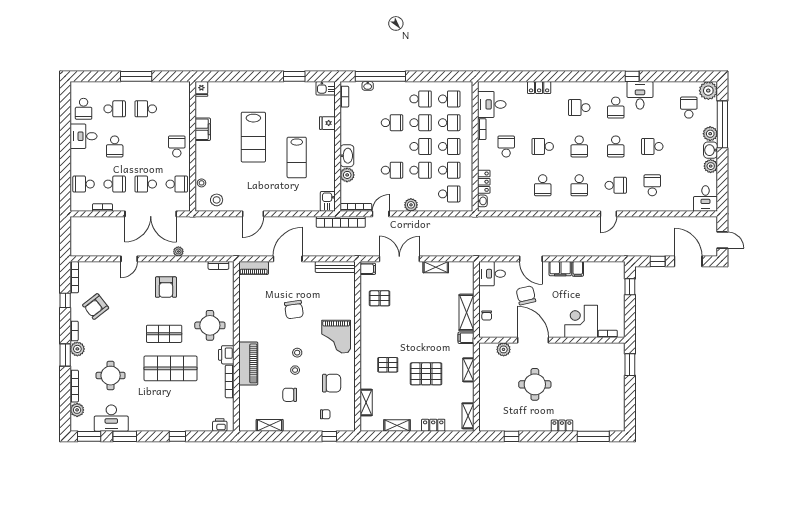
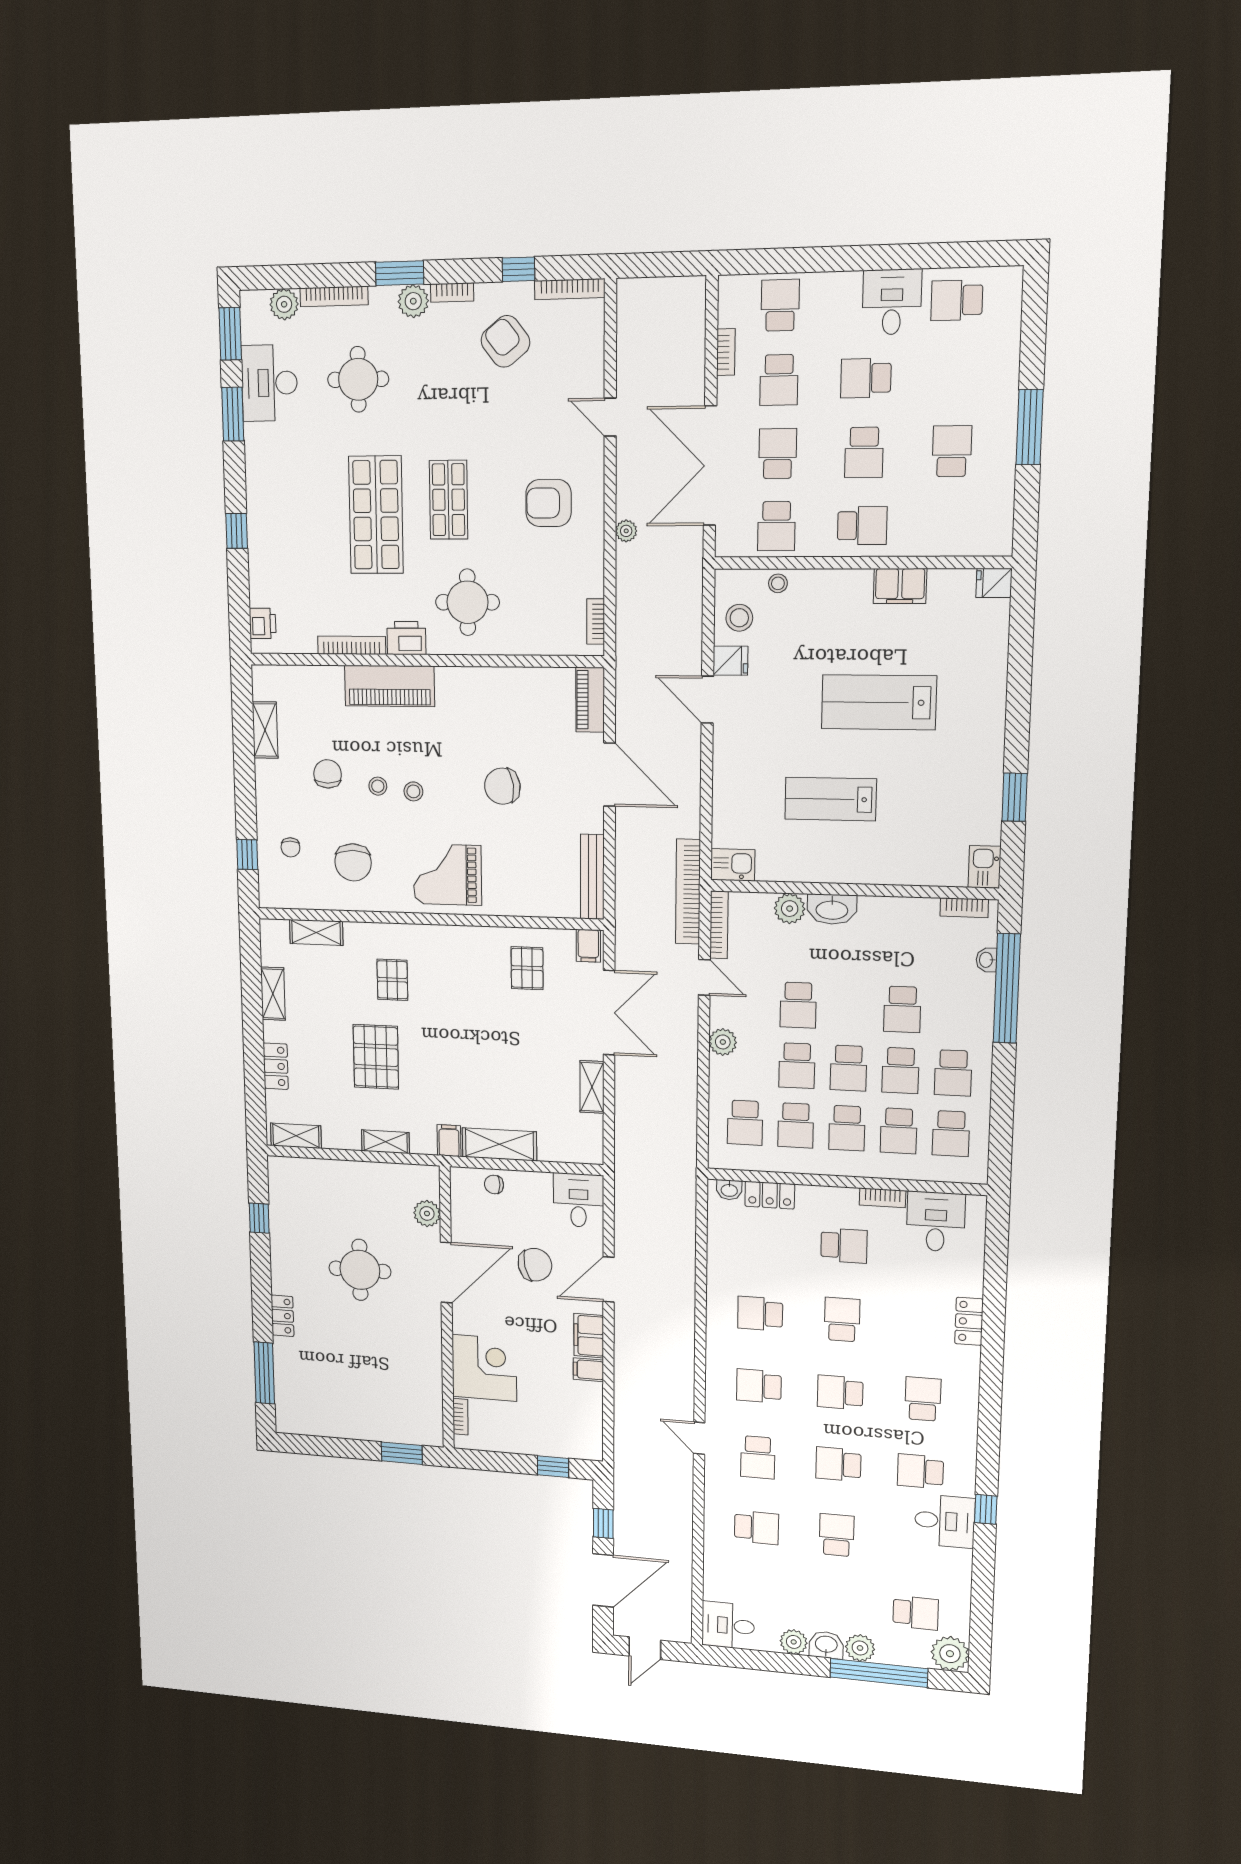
school desk: (115, 109) -> (864, 452), moved
fridge: (327, 123) -> (730, 661), moved, turned 90

